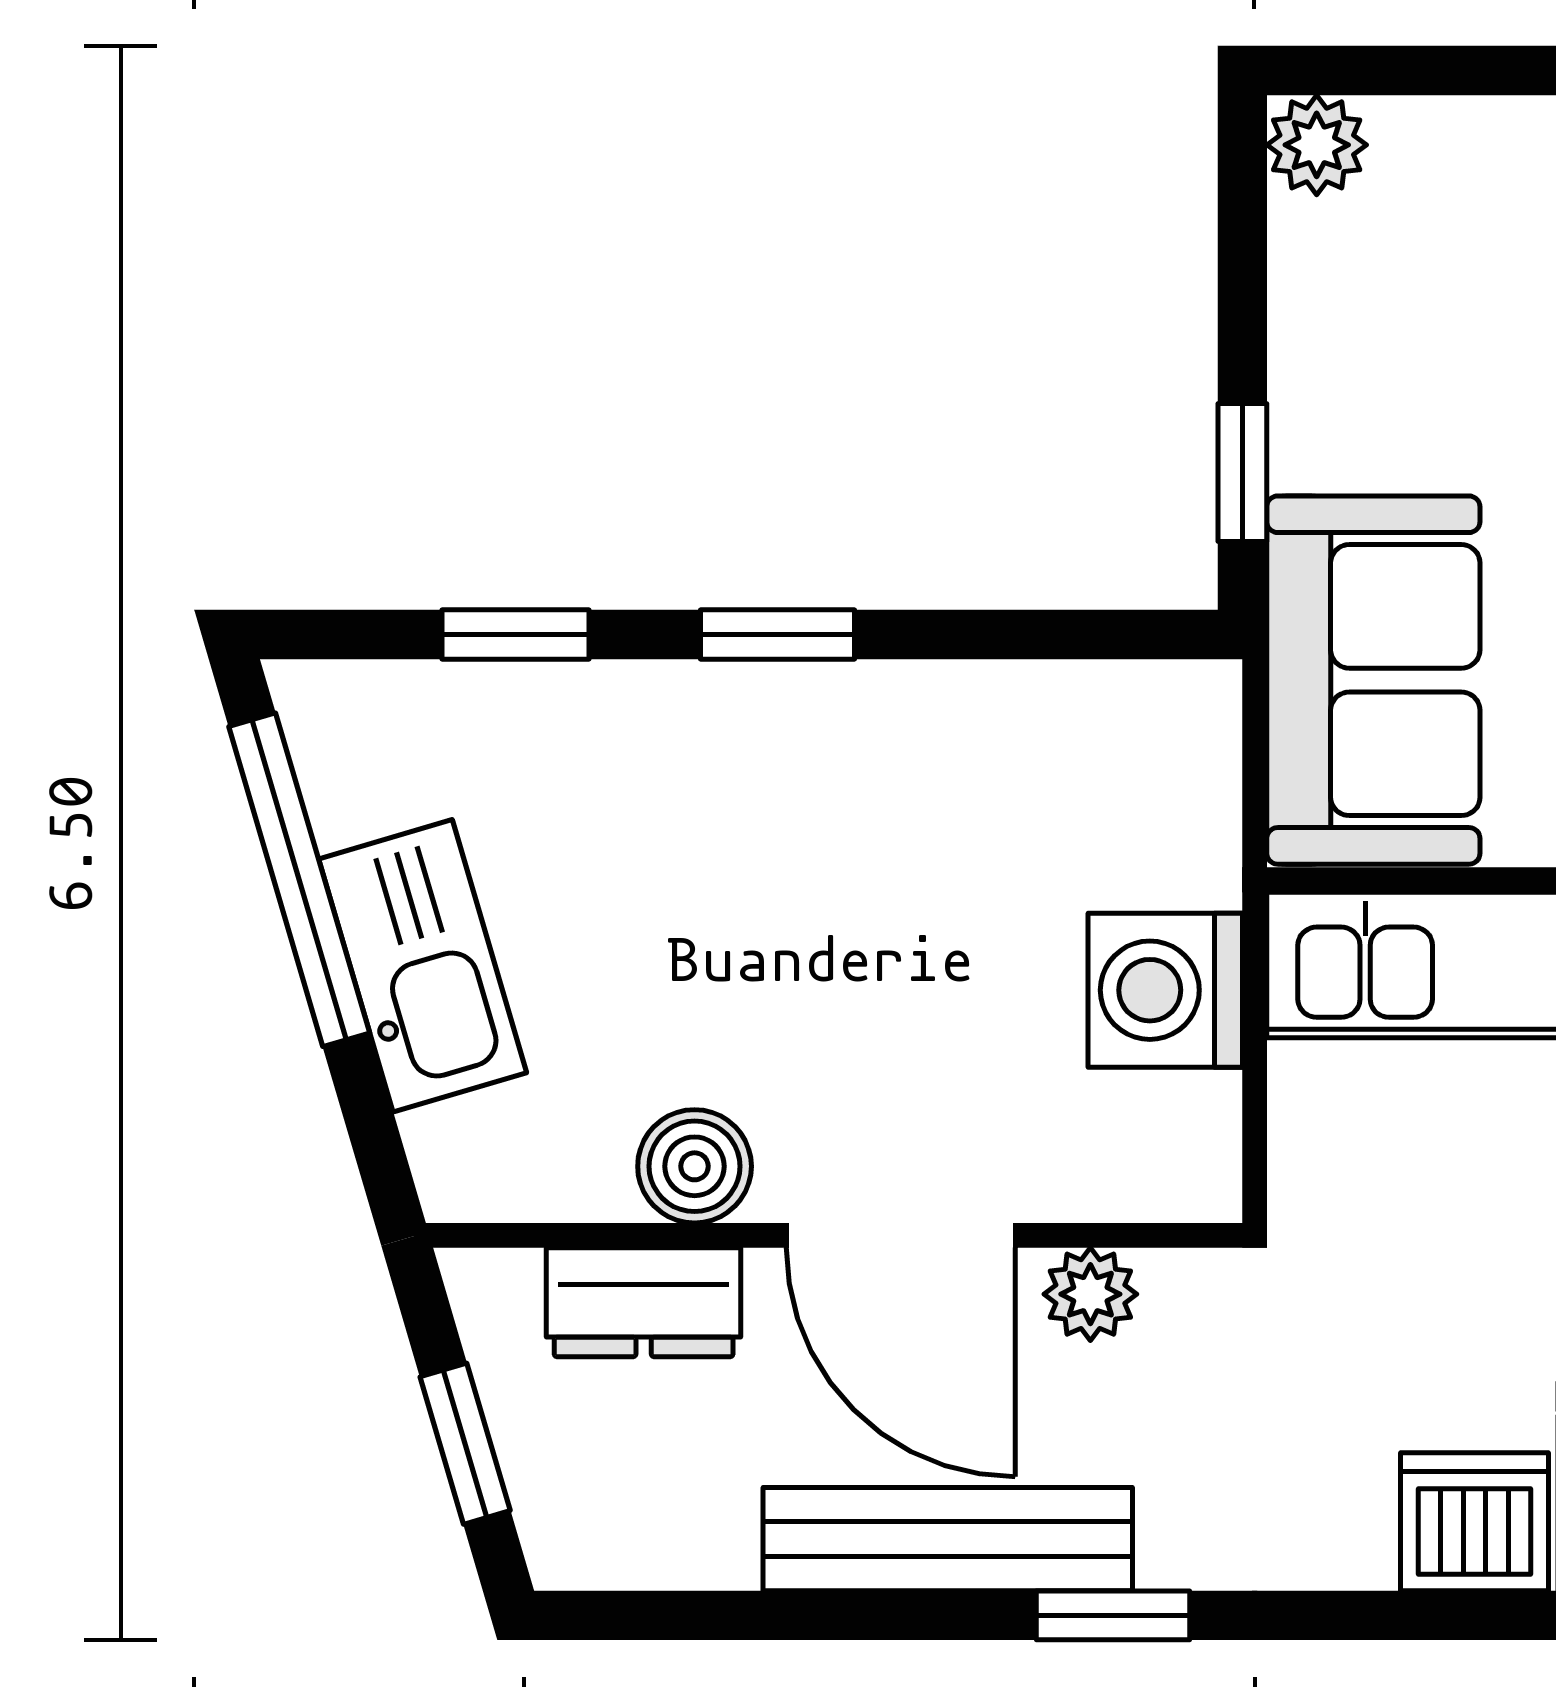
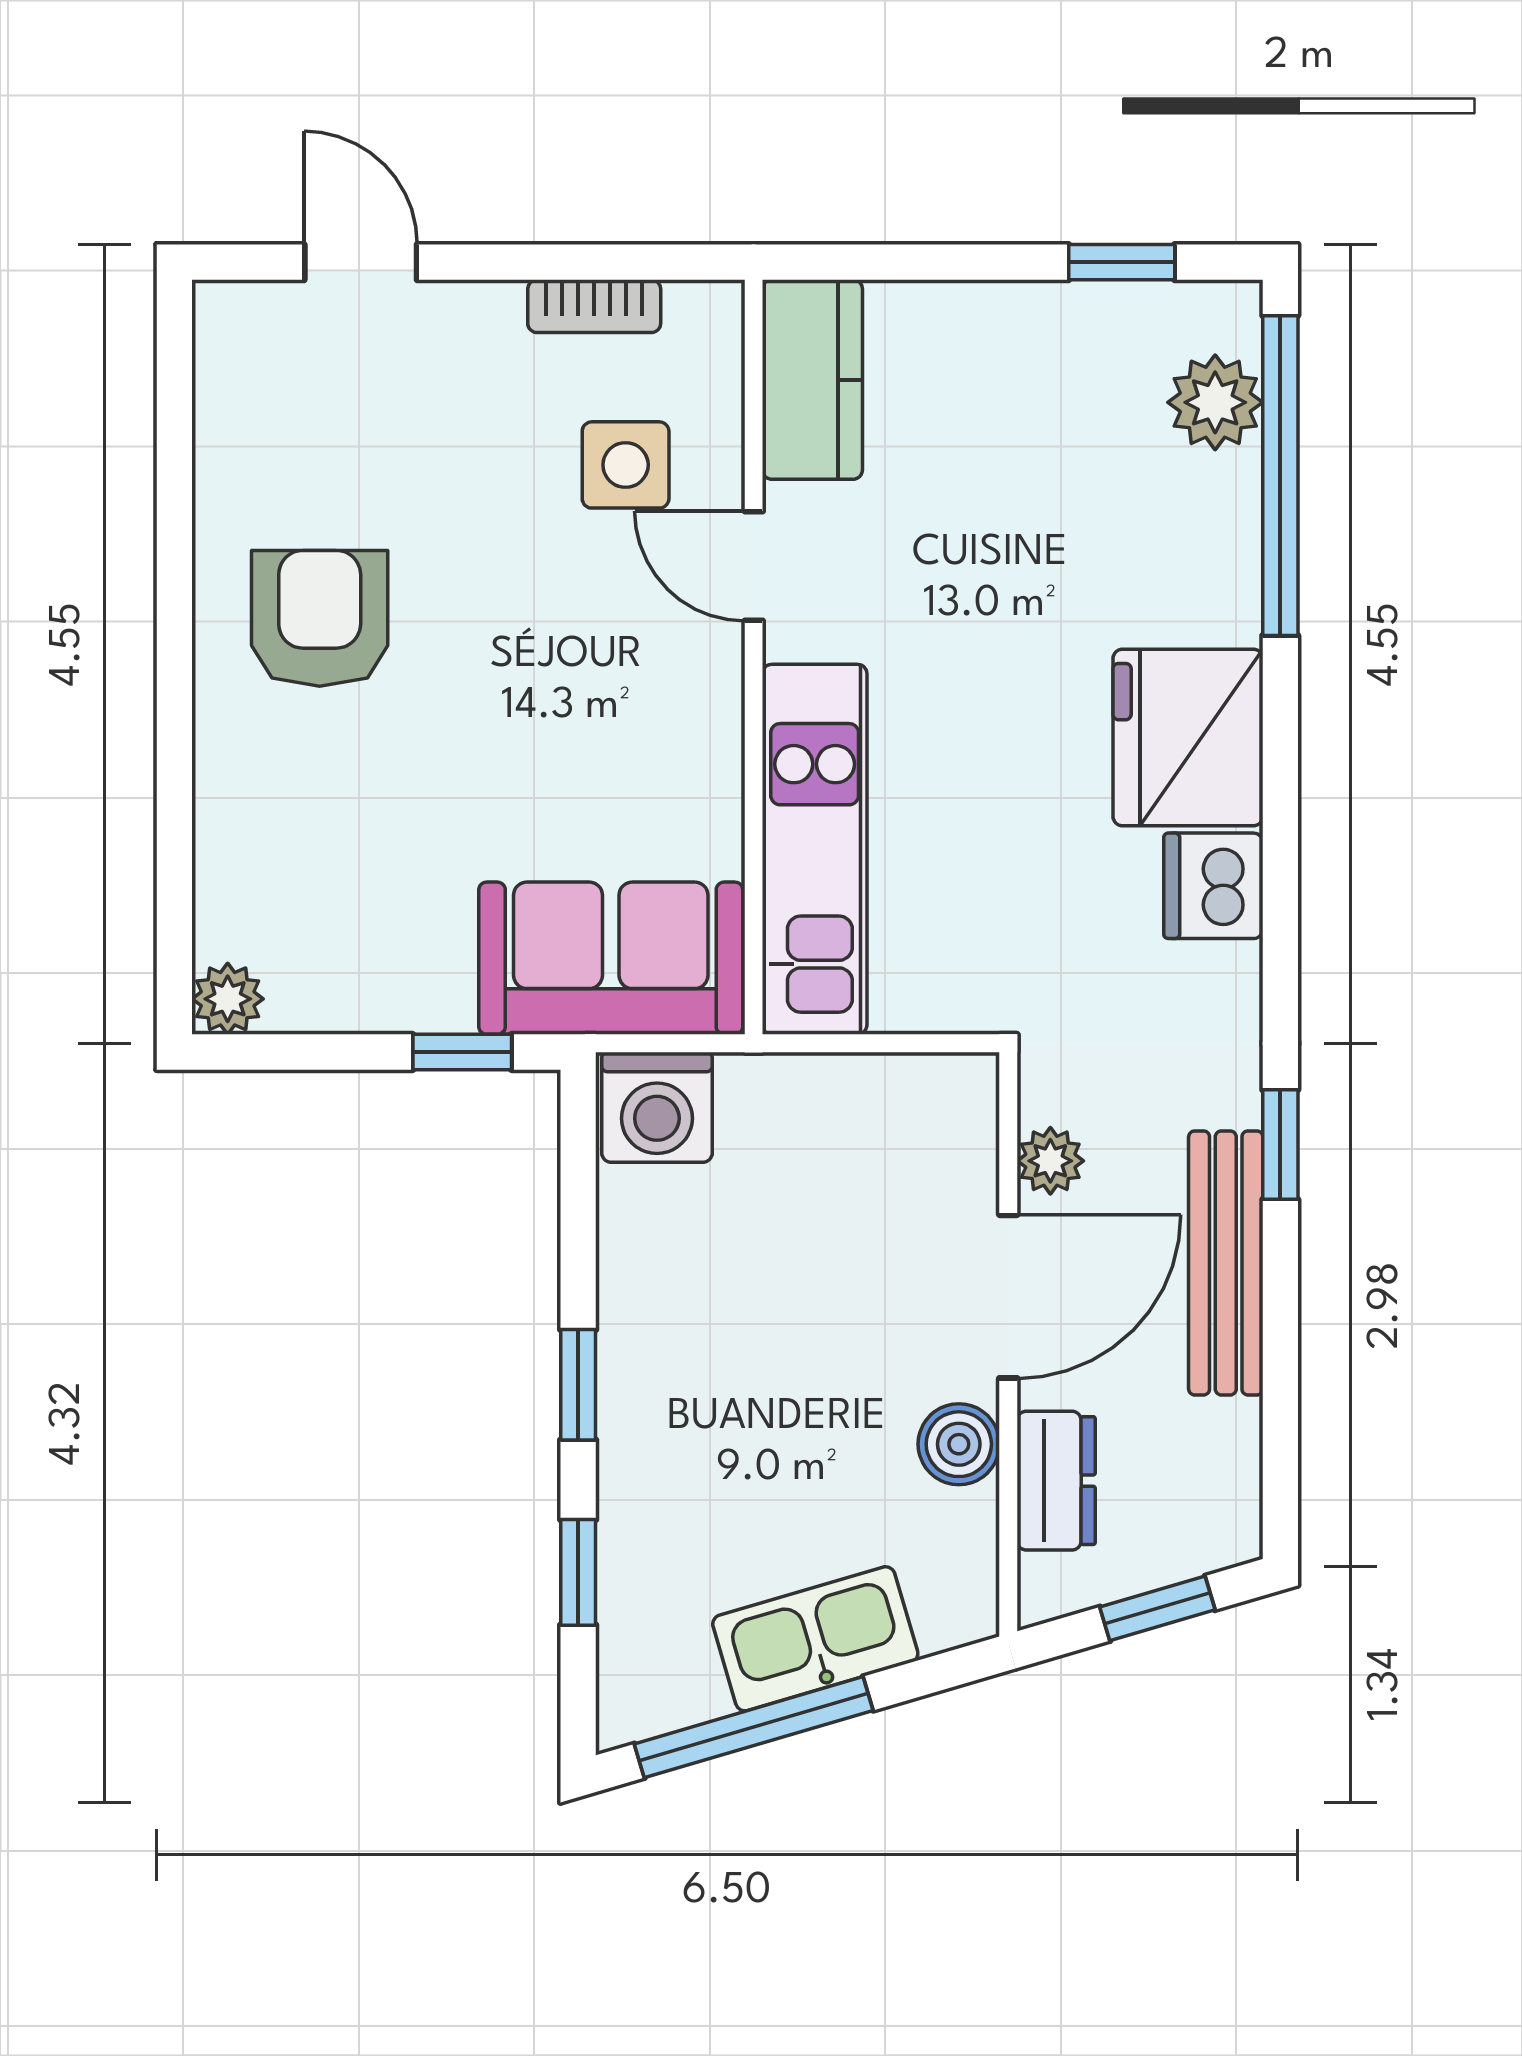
washing machine: (1165, 990) -> (657, 1107), moved

